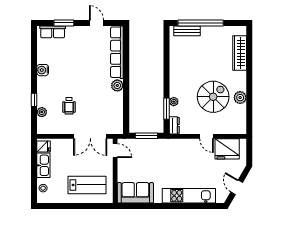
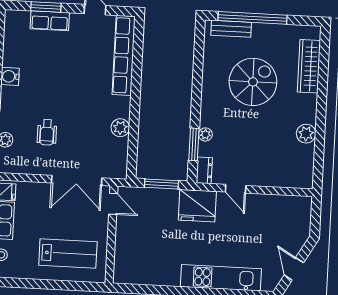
row of seats: (53, 32) -> (50, 21), moved
plant: (117, 85) -> (120, 128), moved
spiral stairs: (213, 97) -> (253, 82), moved
door: (207, 136) -> (236, 189), moved
fridge: (227, 149) -> (197, 206), moved
sofa: (135, 193) -> (140, 269), removed

